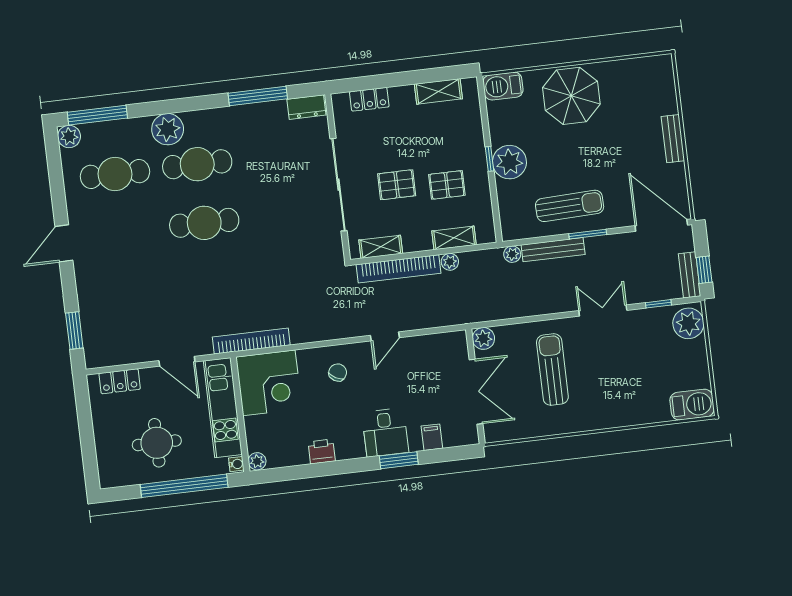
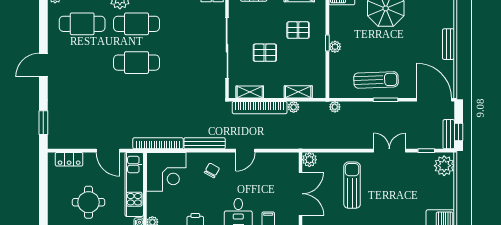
plant: (509, 162) -> (335, 47), width x0.53, depth x0.53
pallet: (447, 185) -> (298, 30), moved
bench: (553, 250) -> (205, 143), moved

